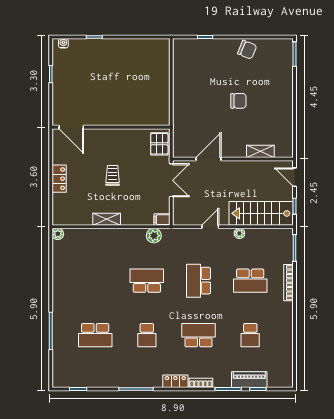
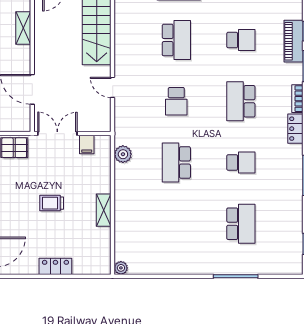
filing cabinet: (162, 220) -> (87, 145), moved
plant: (239, 233) -> (120, 53), removed
school desk: (199, 281) -> (176, 101), width x0.54

